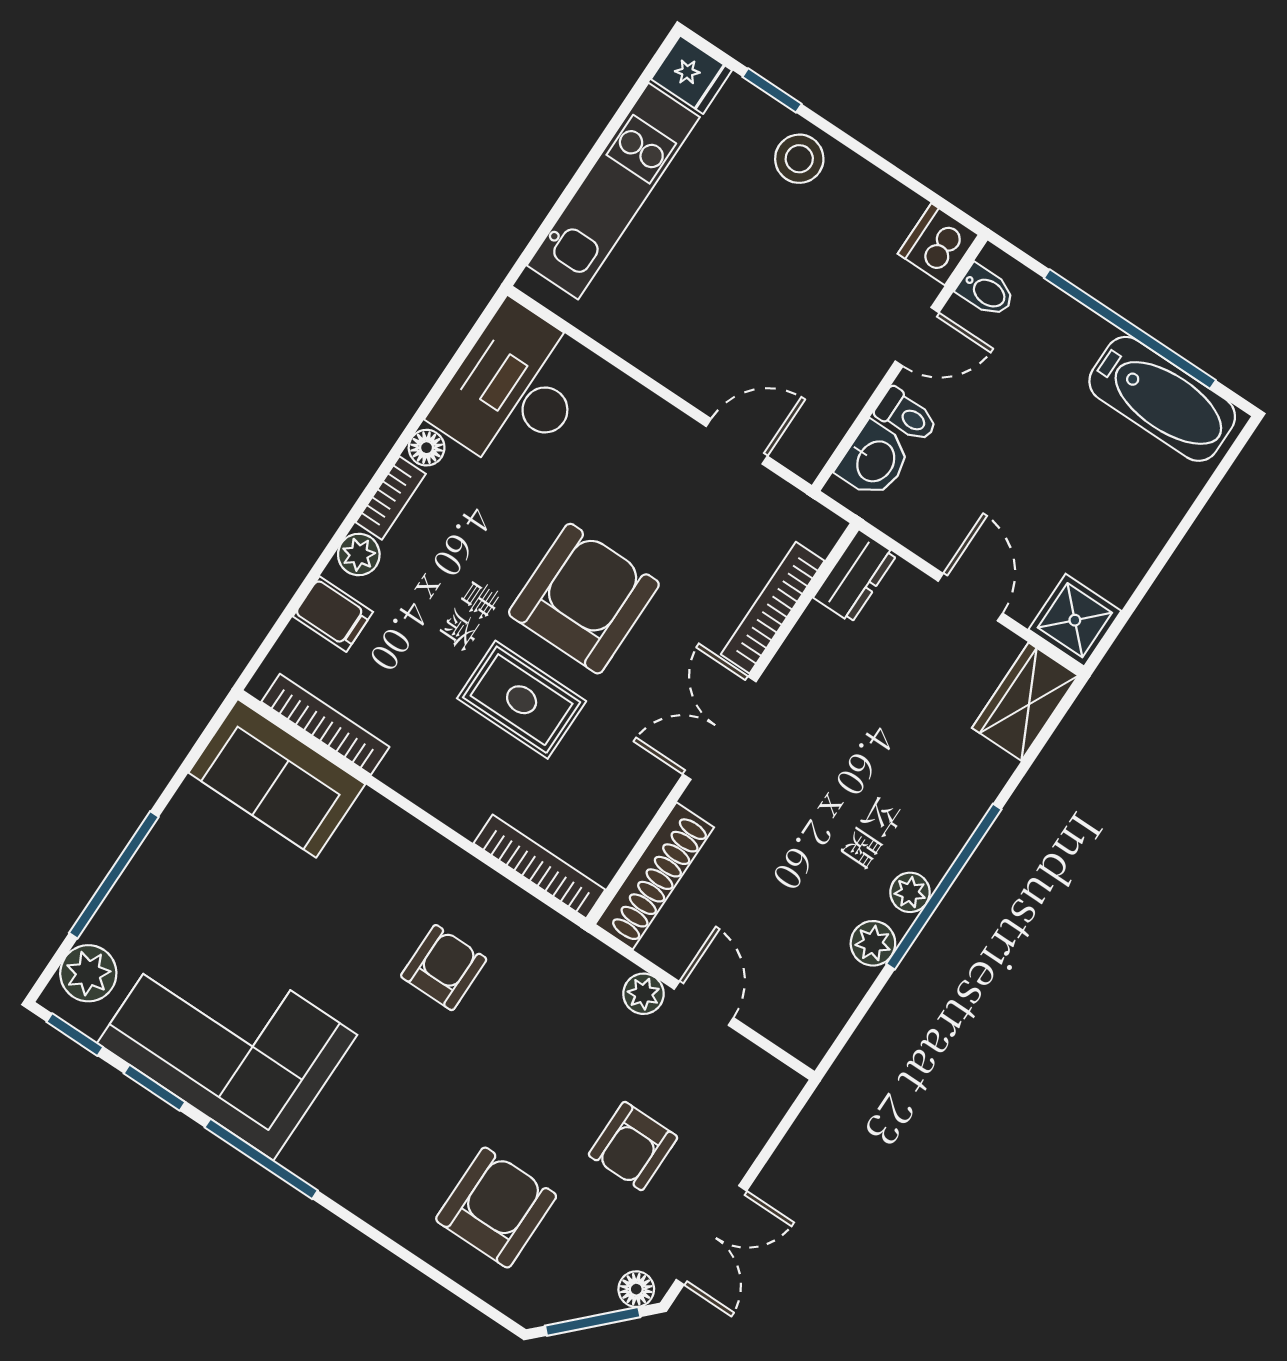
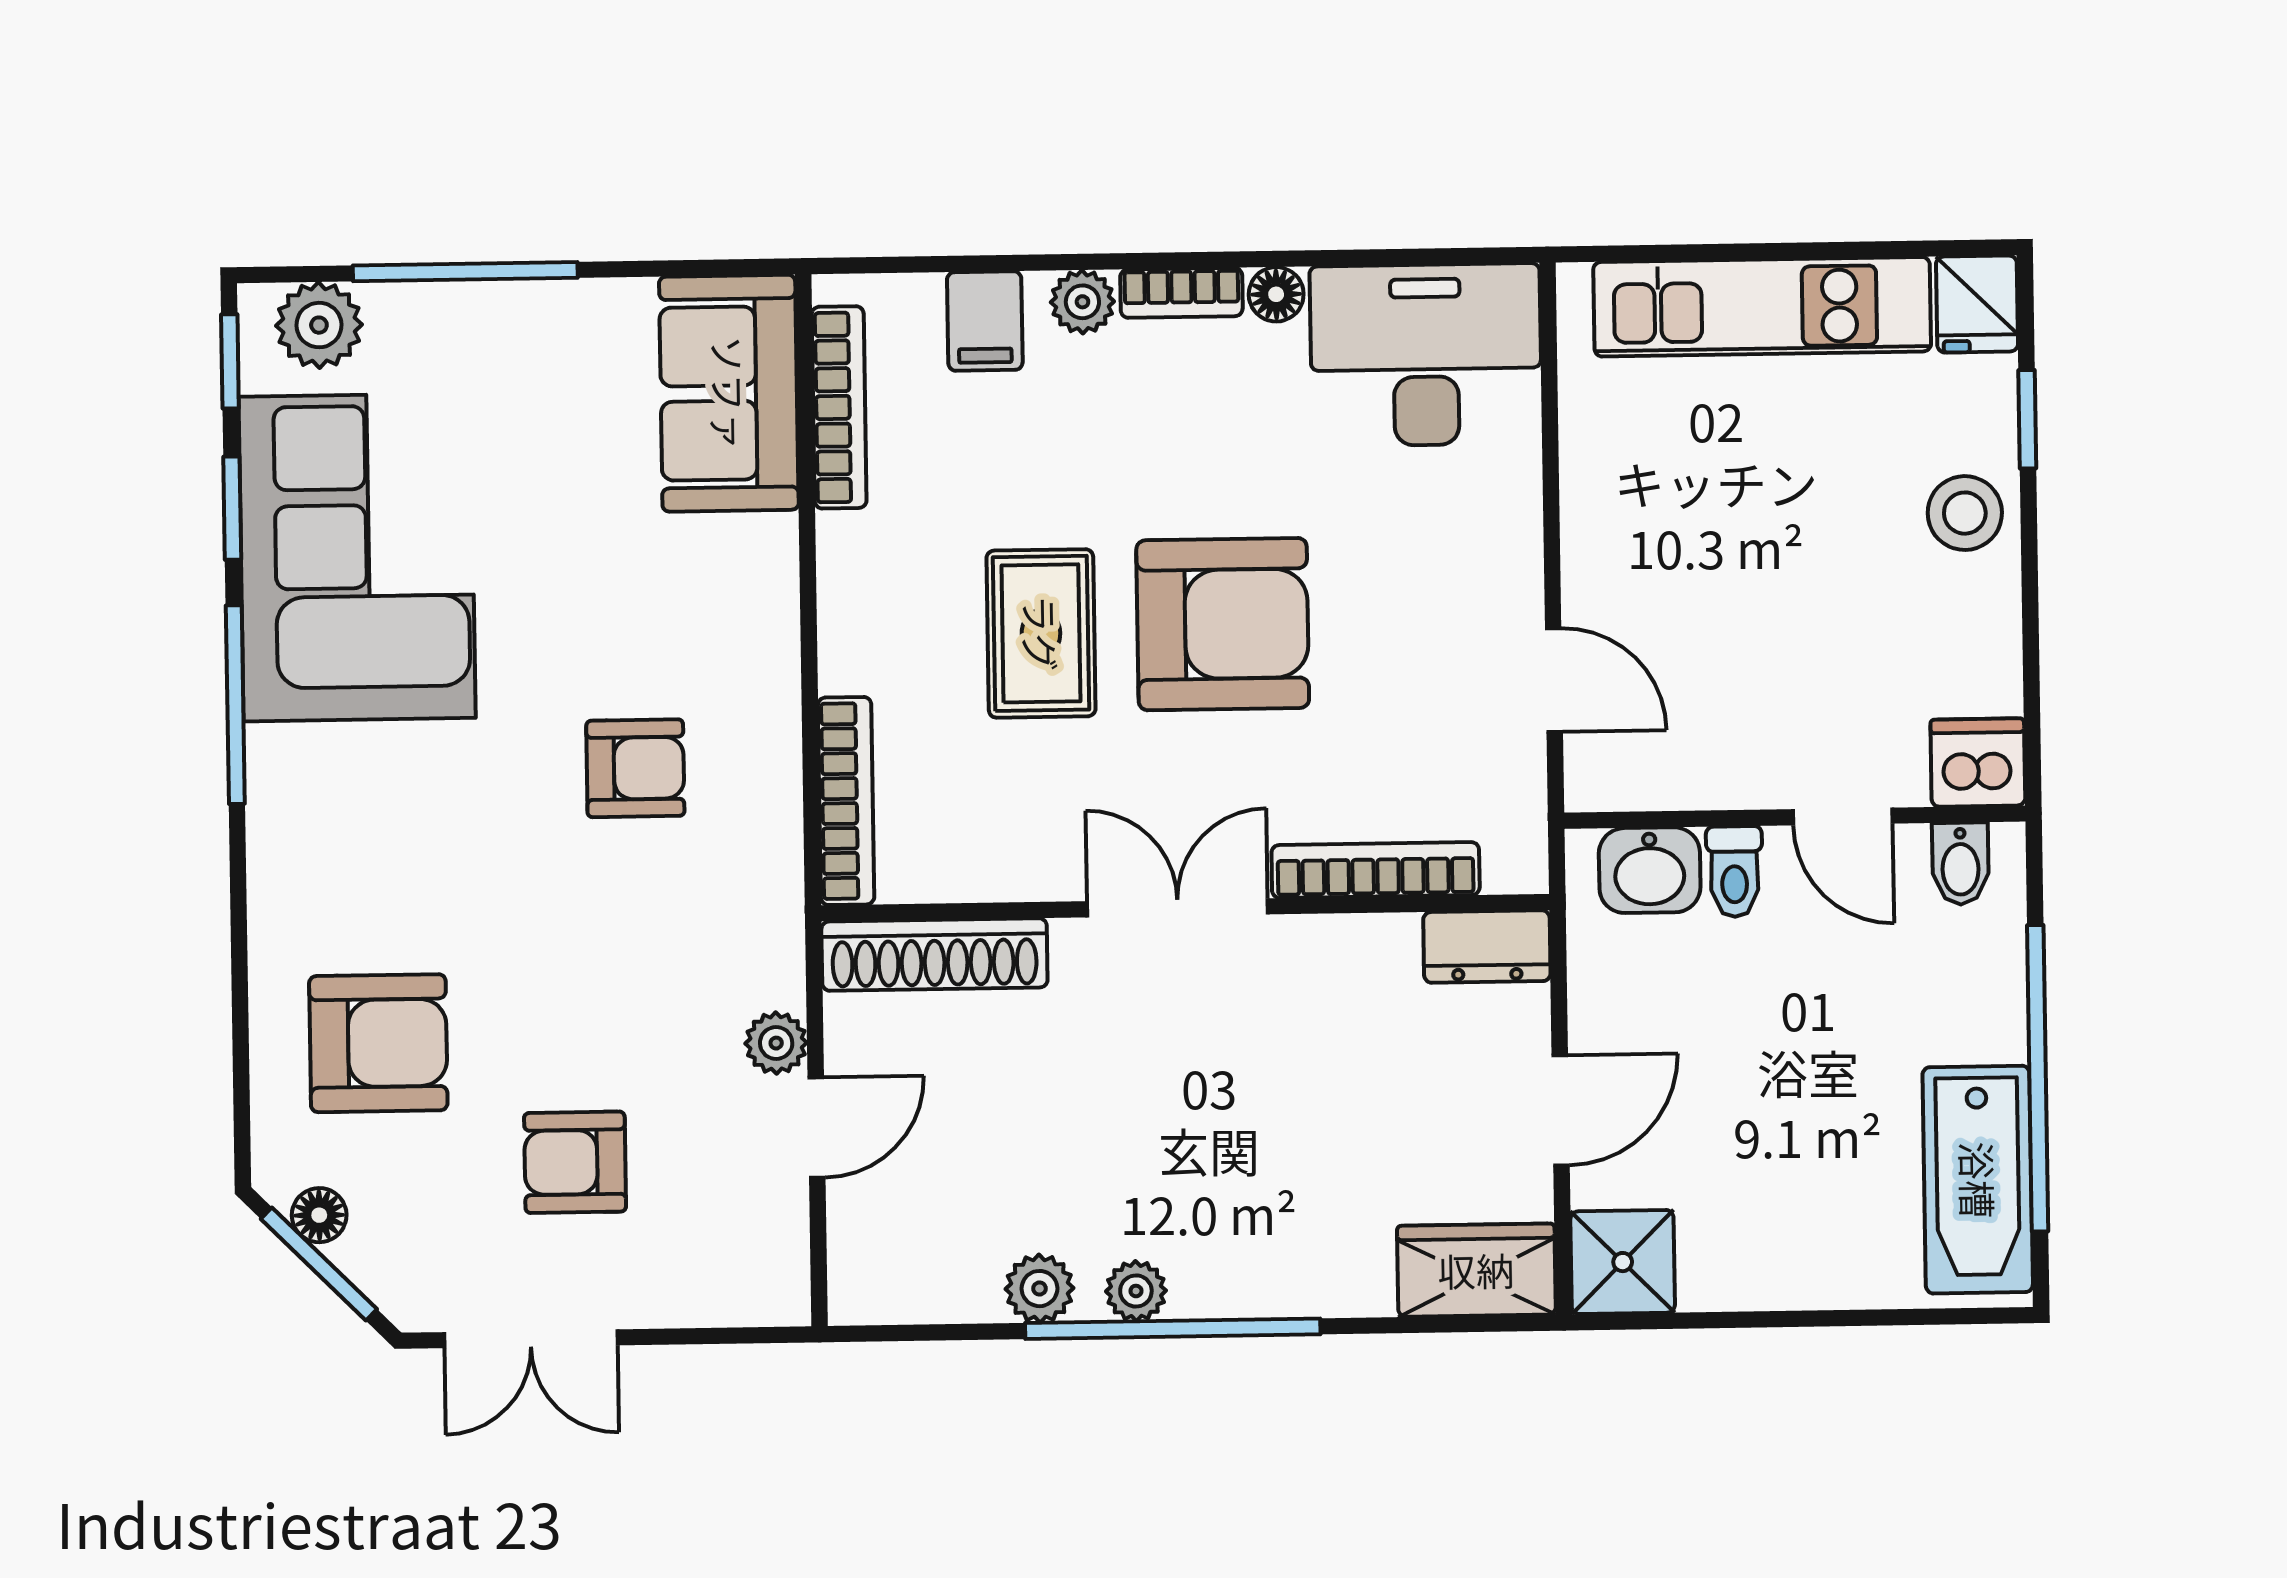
floor lamp: (636, 1289) -> (319, 1215), moved

